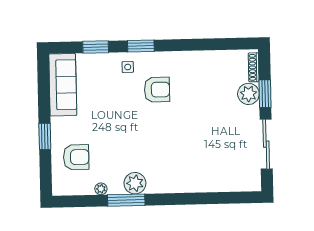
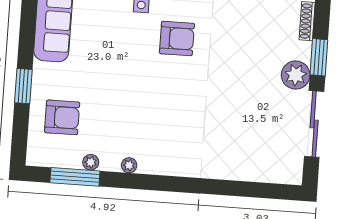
plant: (248, 94) -> (296, 75), moved
plant: (135, 183) -> (129, 165), width x0.53, depth x0.53
window: (126, 200) -> (75, 177), moved

